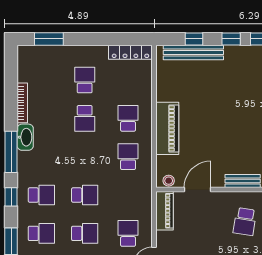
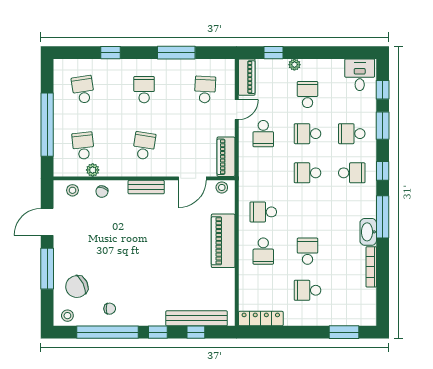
school desk: (85, 80) -> (308, 290), turned 90
school desk: (128, 157) -> (263, 212), turned 90
school desk: (41, 195) -> (352, 173), turned 180

